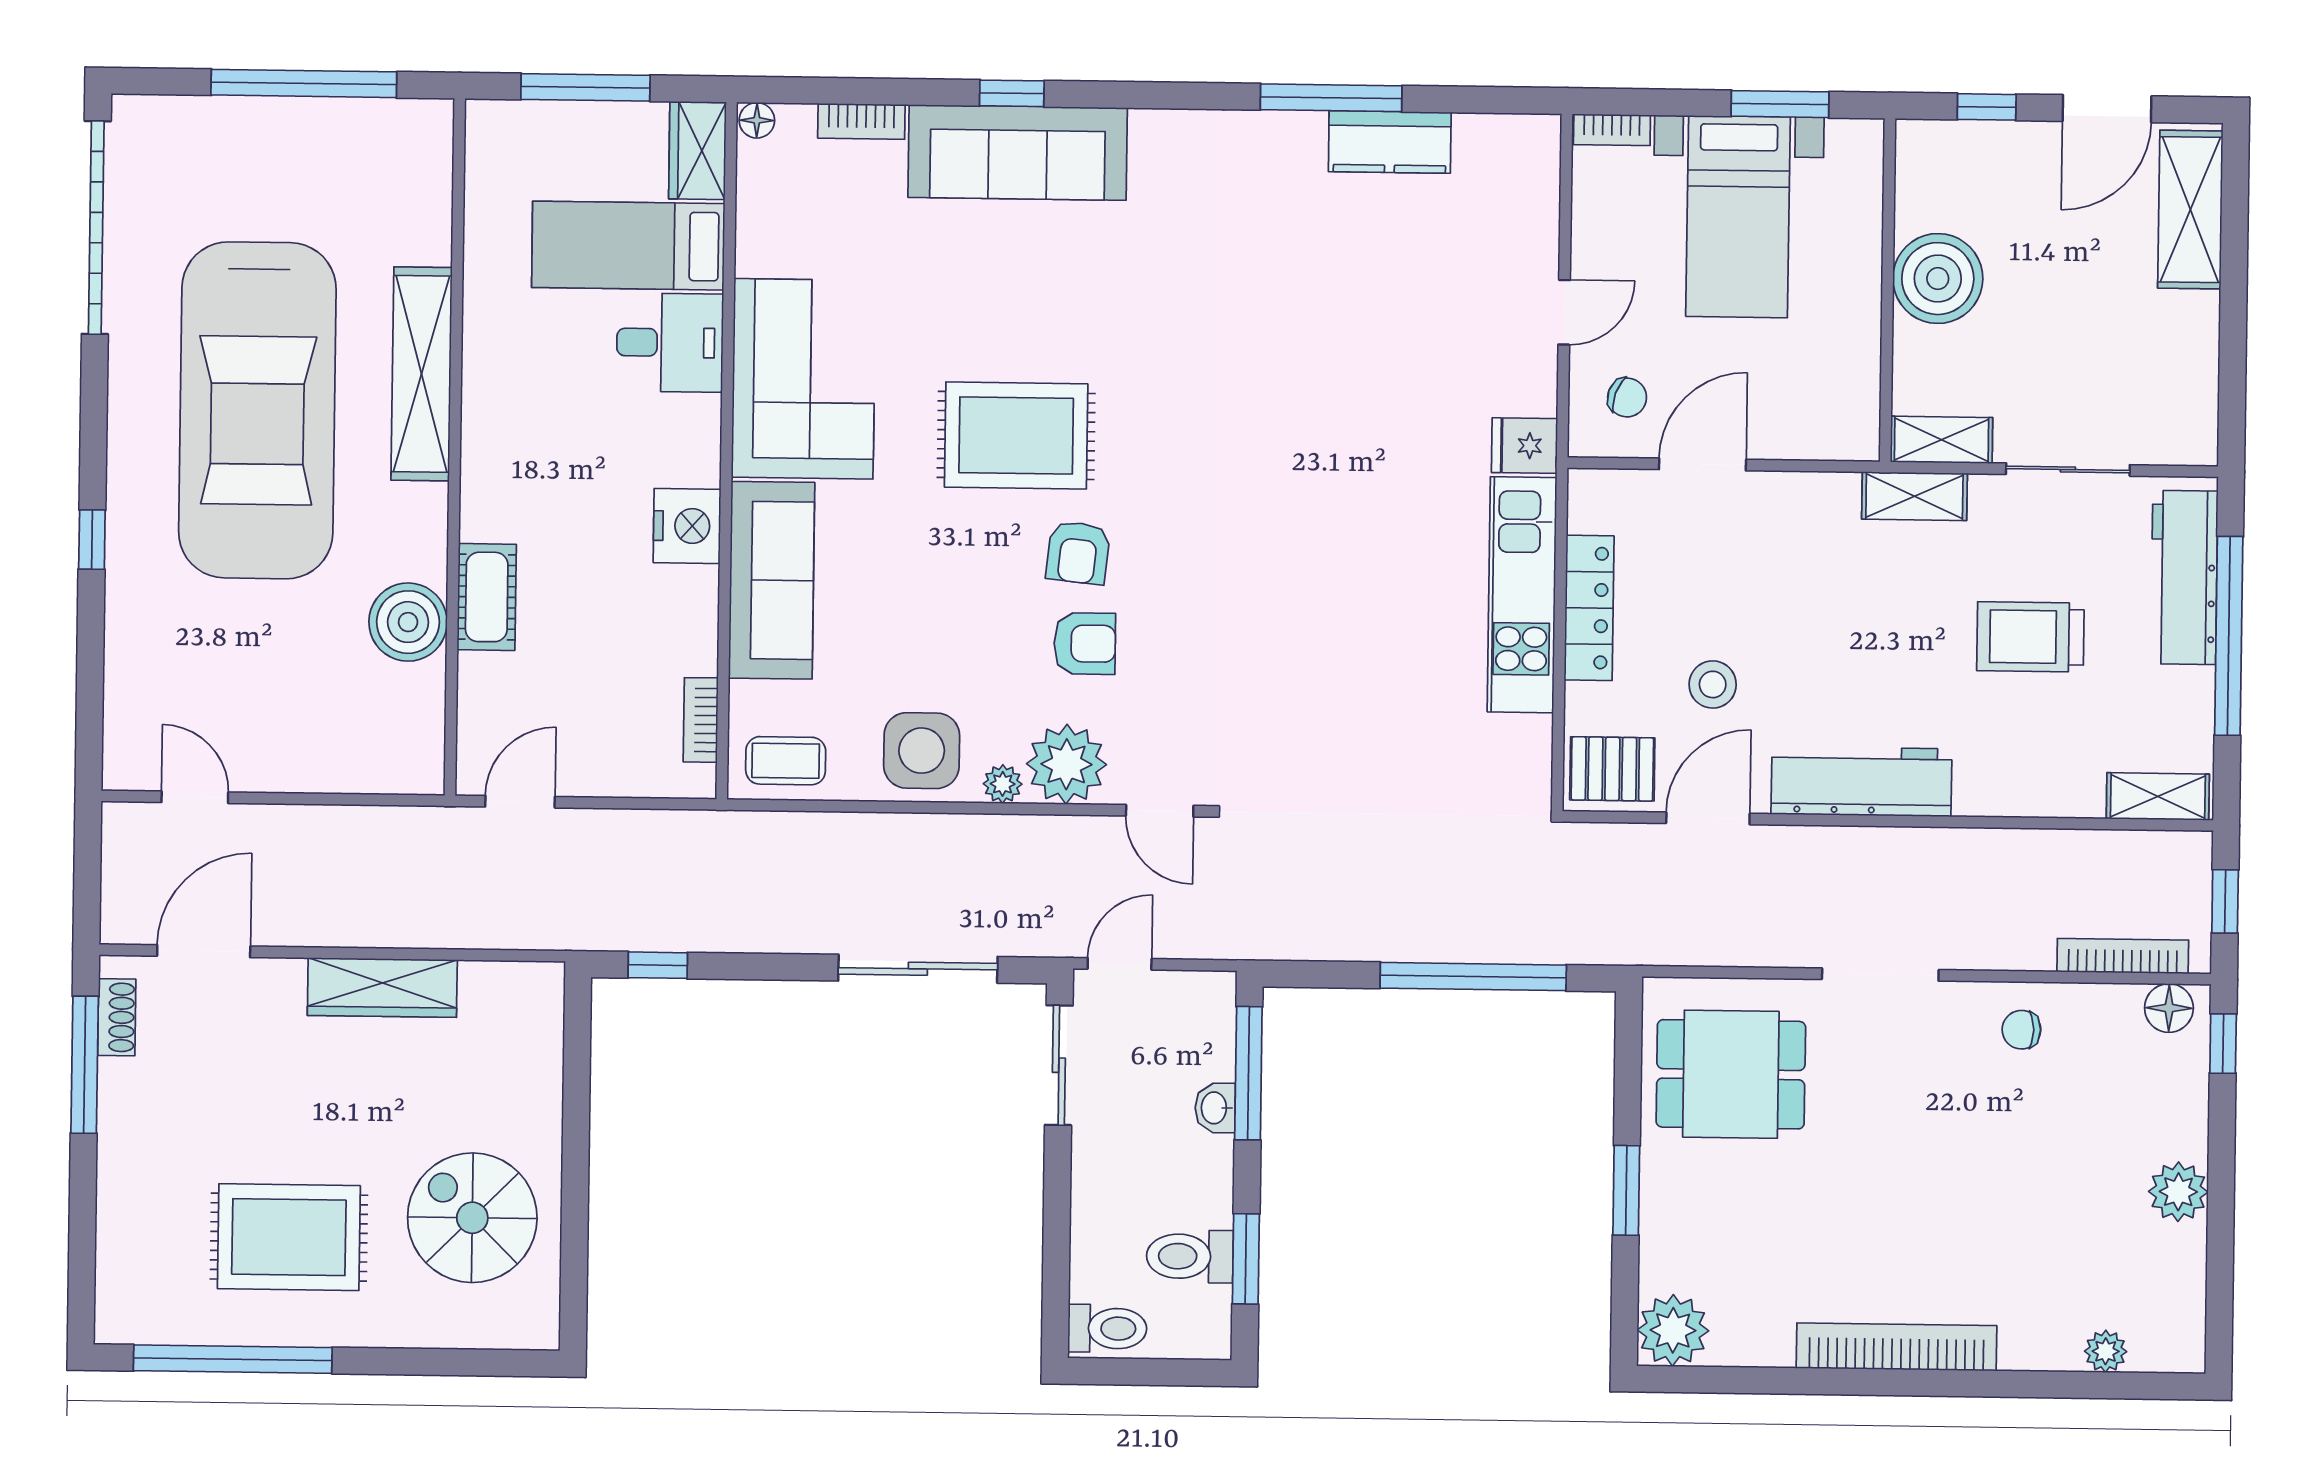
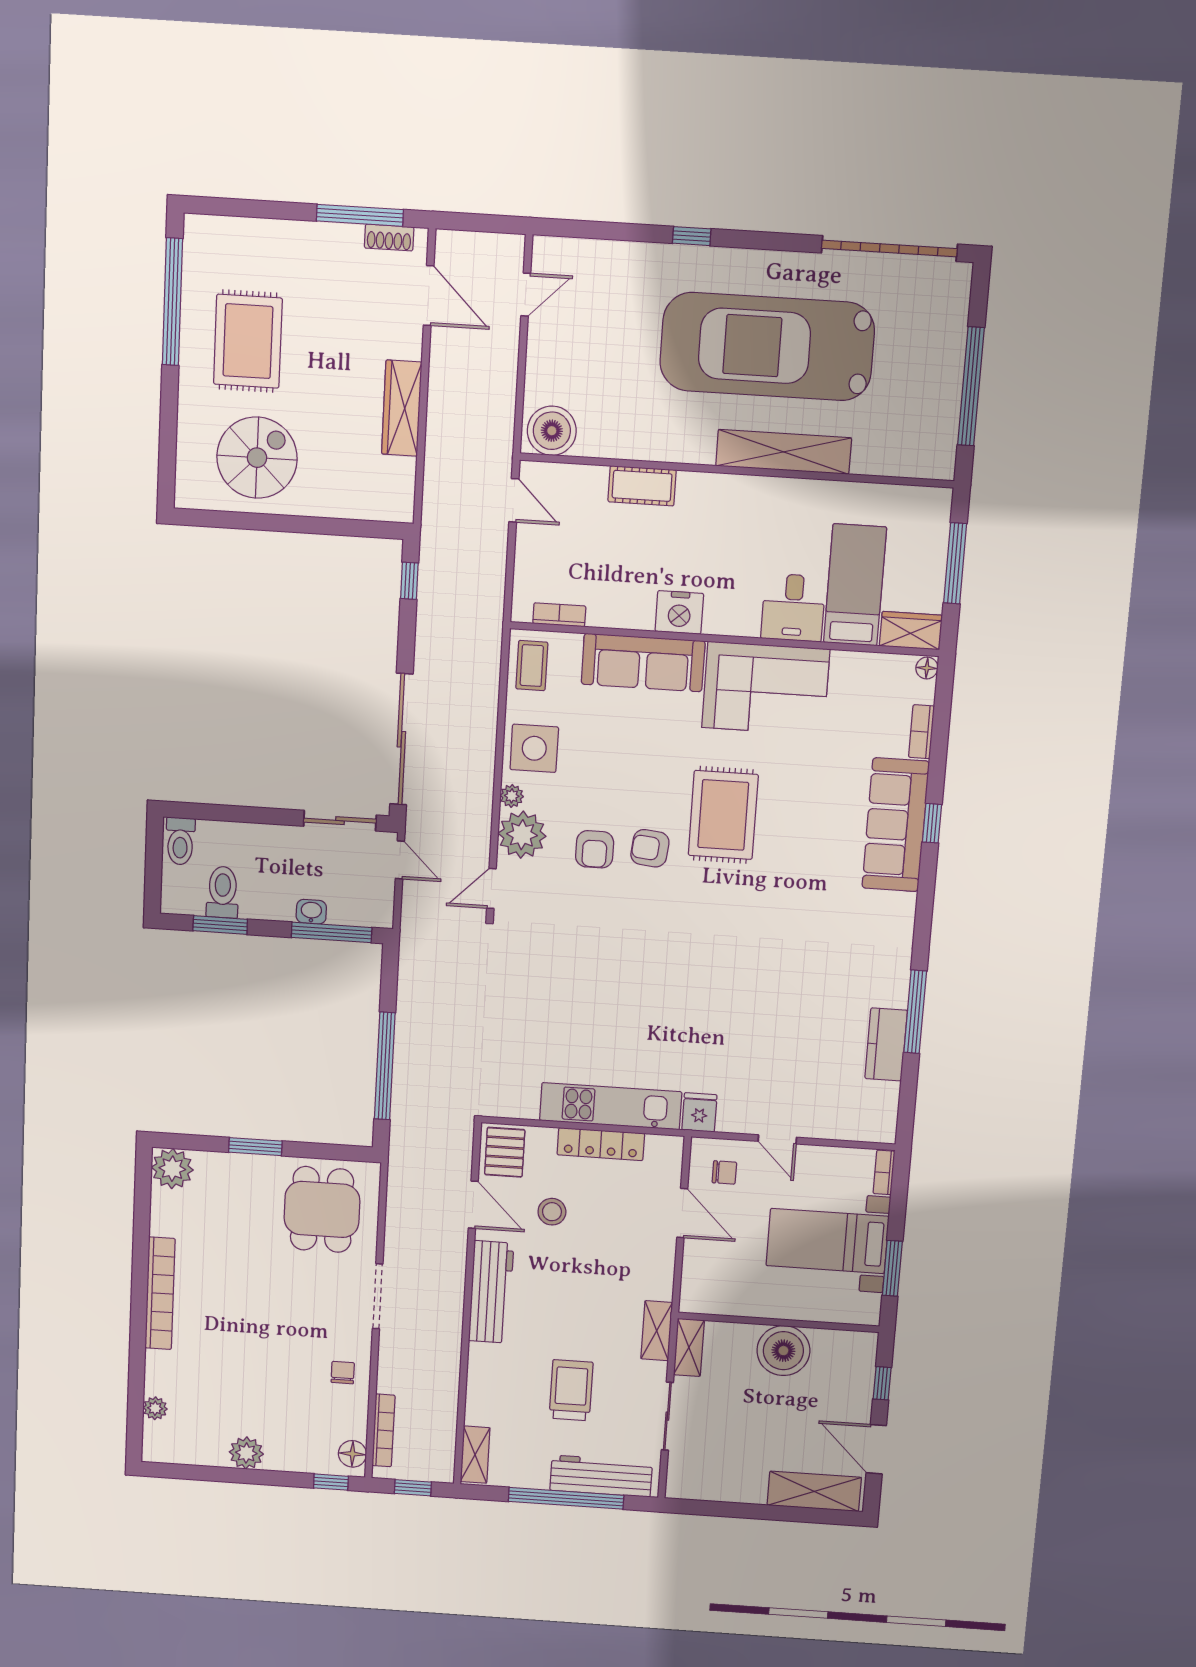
chair: (1627, 398) -> (724, 1172), turned -110
boiler: (408, 622) -> (552, 431), moved
sliding door: (918, 969) -> (401, 739), width x1.36

